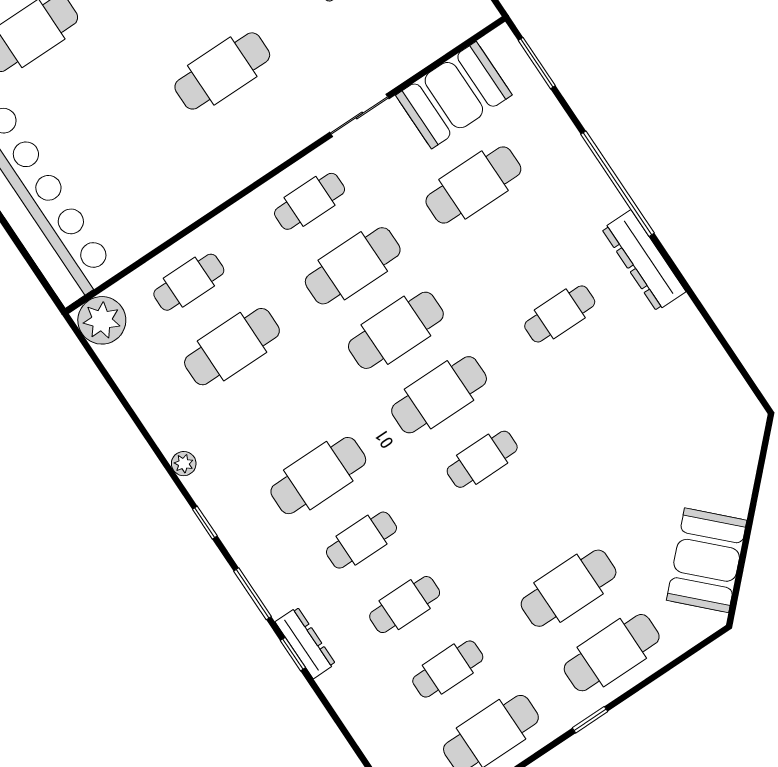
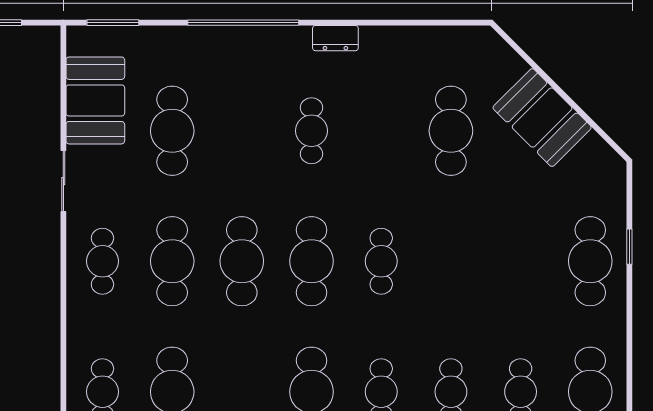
dresser: (644, 260) -> (335, 38), width x0.51, depth x0.80
booth: (707, 560) -> (542, 118), moved
cafe table: (569, 588) -> (451, 131), moved
window: (590, 720) -> (629, 247), moved

